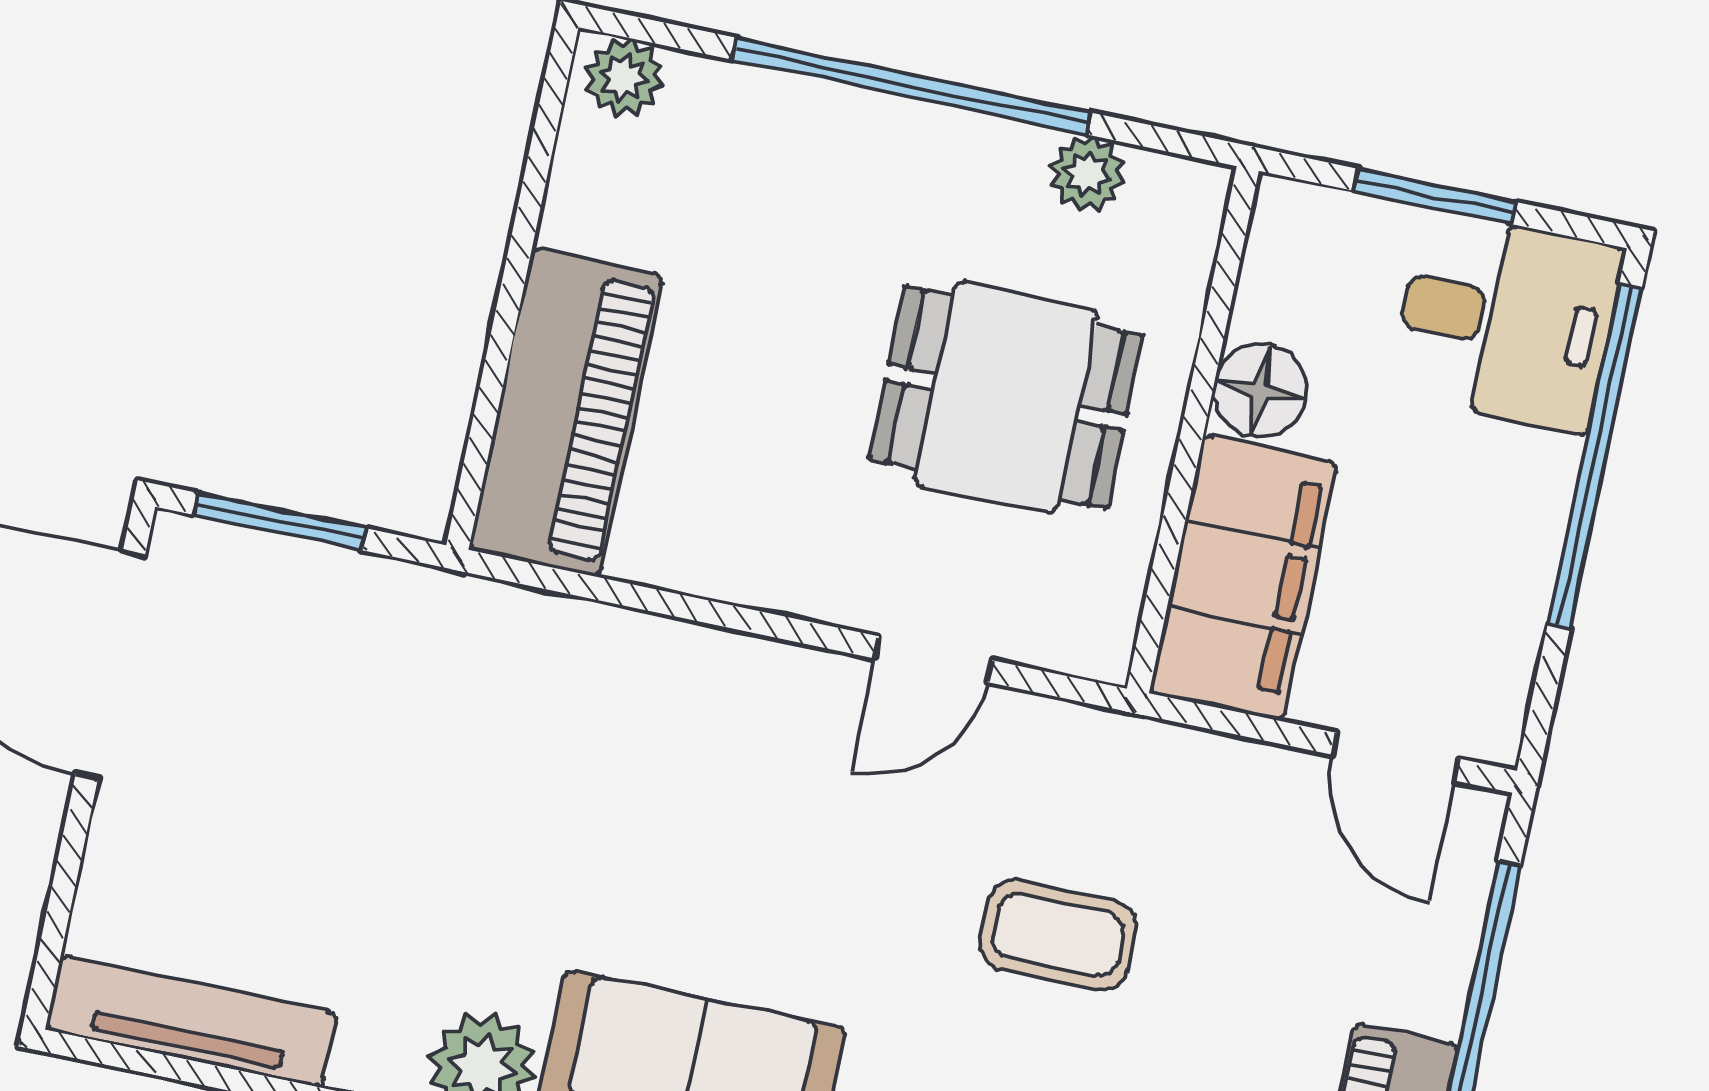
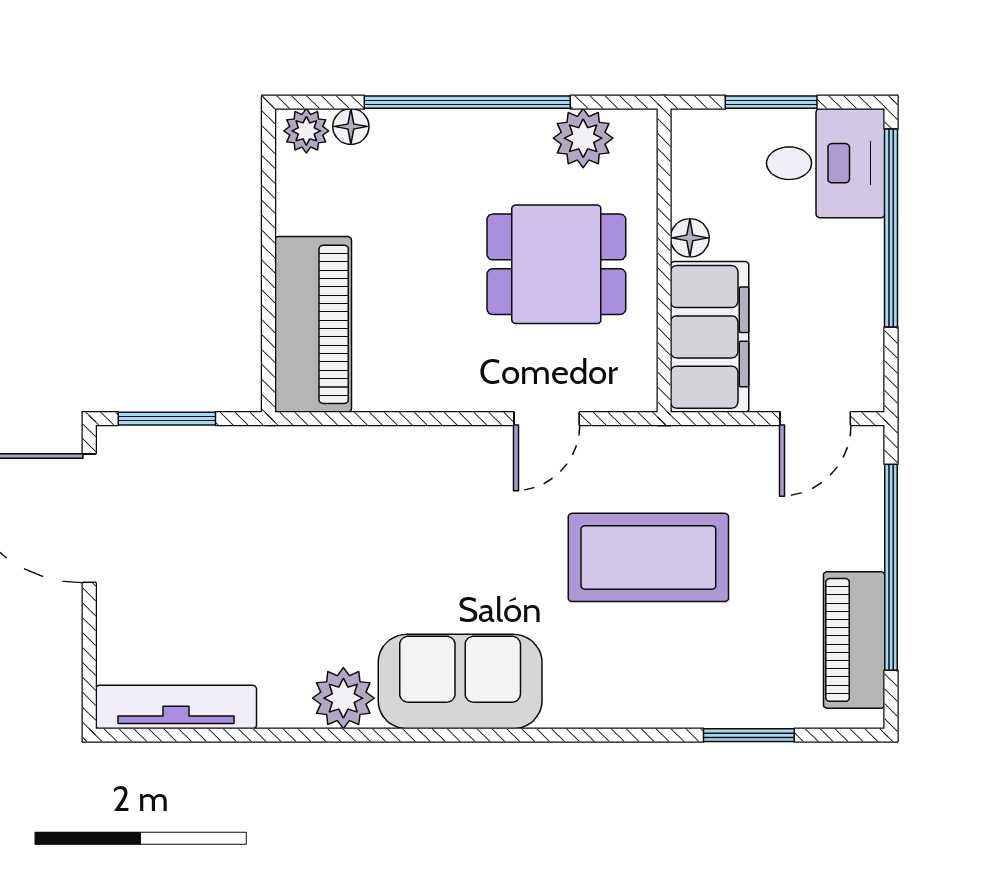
floor lamp: (702, 86) -> (351, 126), added
plant: (1087, 173) -> (583, 138), width x1.38, depth x1.38
floor lamp: (1260, 391) -> (690, 238), width x0.73, depth x0.73
door: (1395, 757) -> (815, 419), hinge flipped
coffee table: (1058, 935) -> (648, 557), width x1.86, depth x1.72

